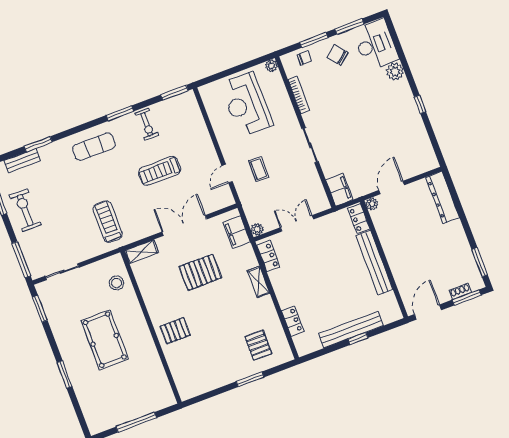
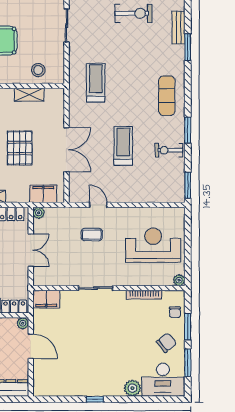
treadmill: (108, 222) -> (96, 83), turned -90
shelving: (141, 252) -> (29, 95), moved, turned 90

